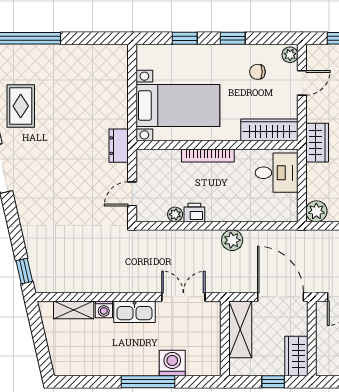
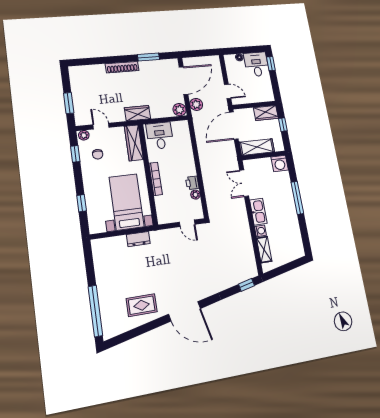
window: (233, 38) -> (75, 154), moved
dresser: (119, 146) -> (138, 239), moved
plant: (232, 240) -> (196, 104), moved
washing machine: (172, 363) -> (280, 164), moved, turned -90

